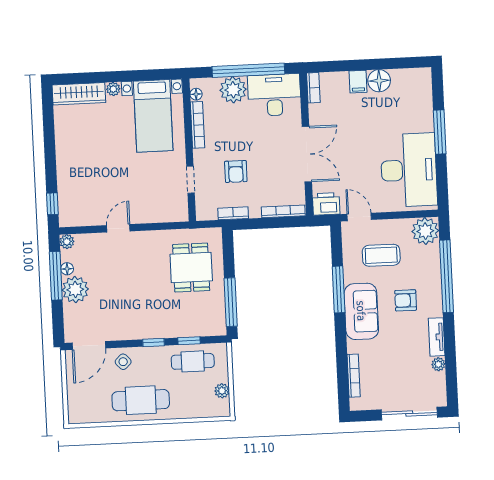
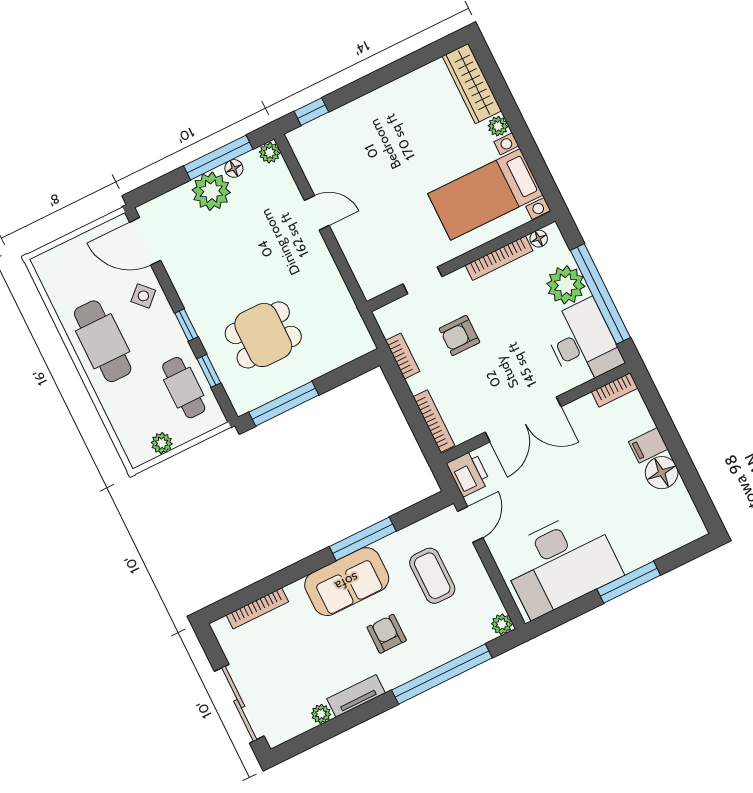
plant: (425, 231) -> (502, 624), width x0.53, depth x0.53
dining table: (191, 268) -> (263, 335), moved

